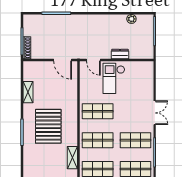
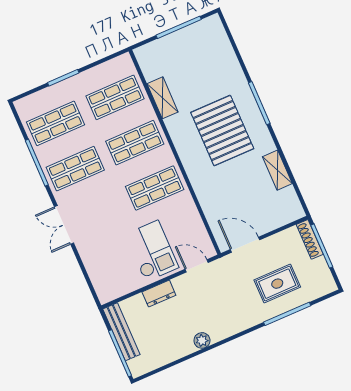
plant: (131, 19) -> (202, 340), moved
rug: (55, 32) -> (277, 284), added
bench: (149, 42) -> (121, 332), added

